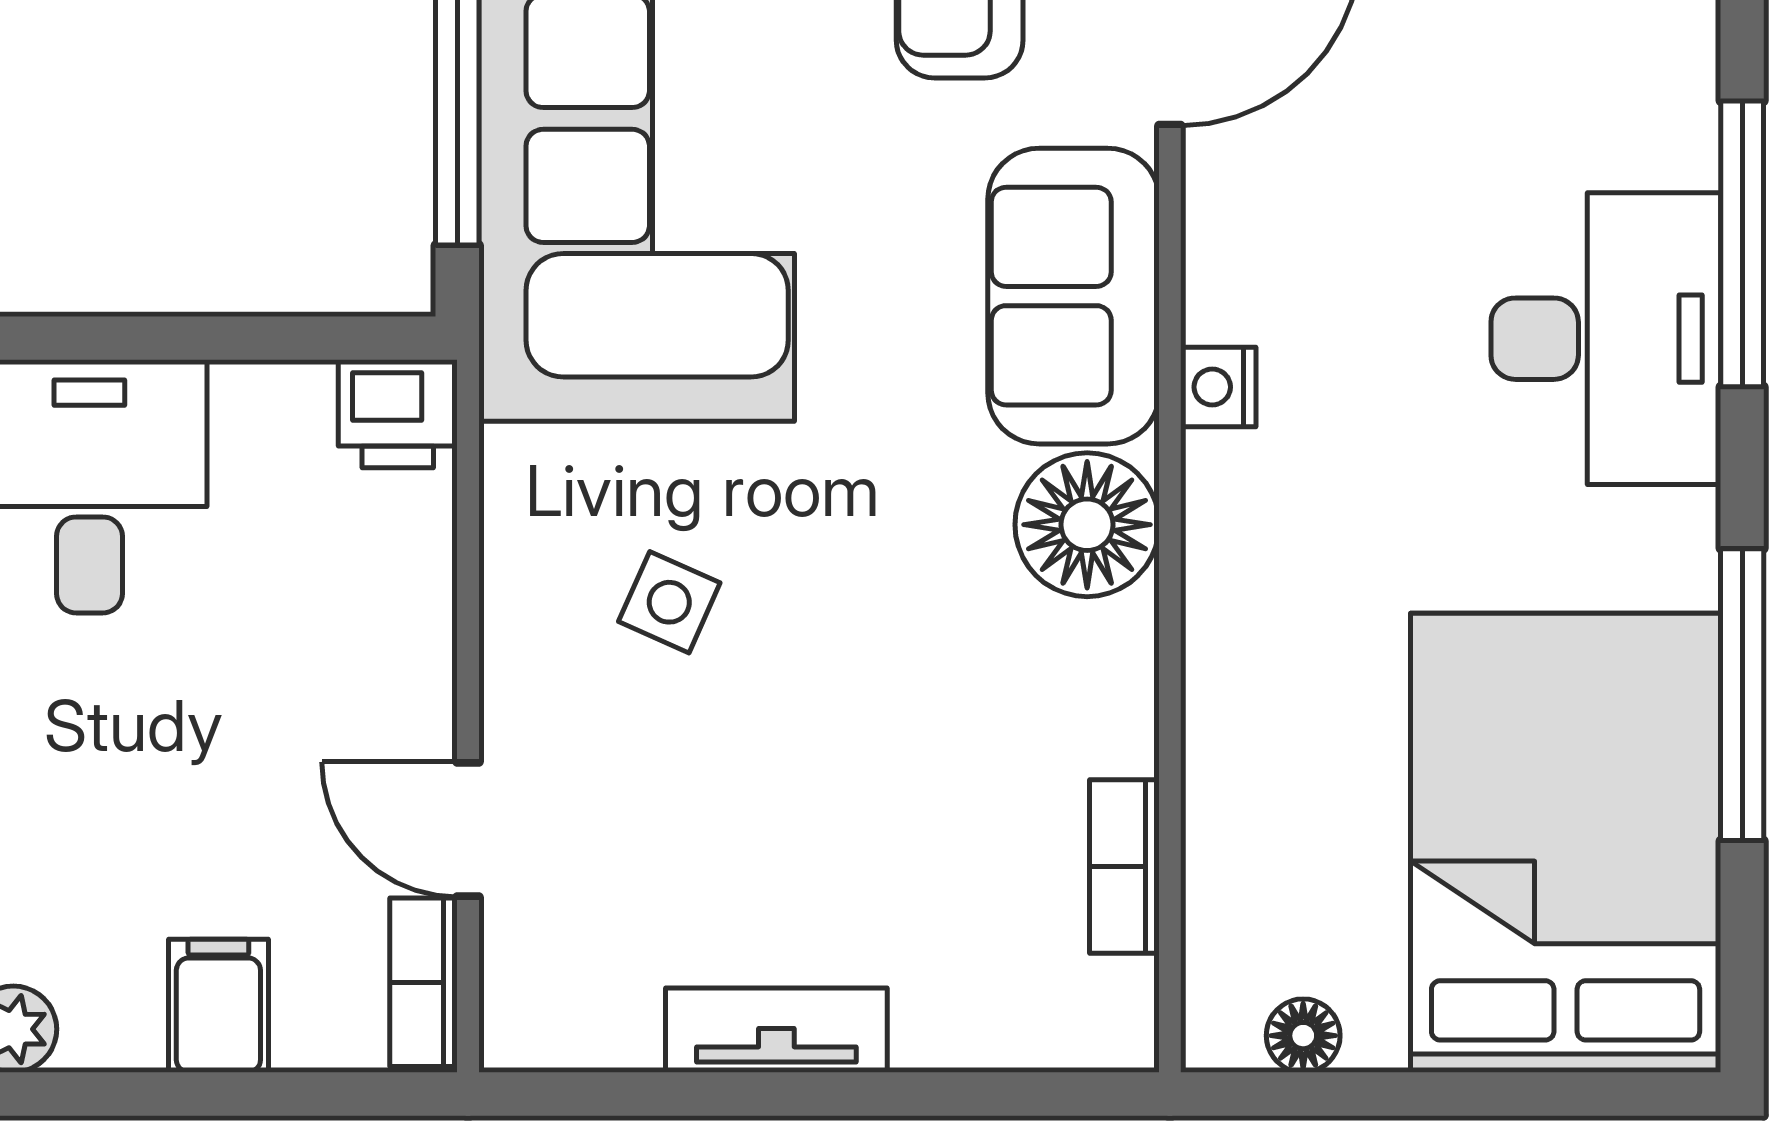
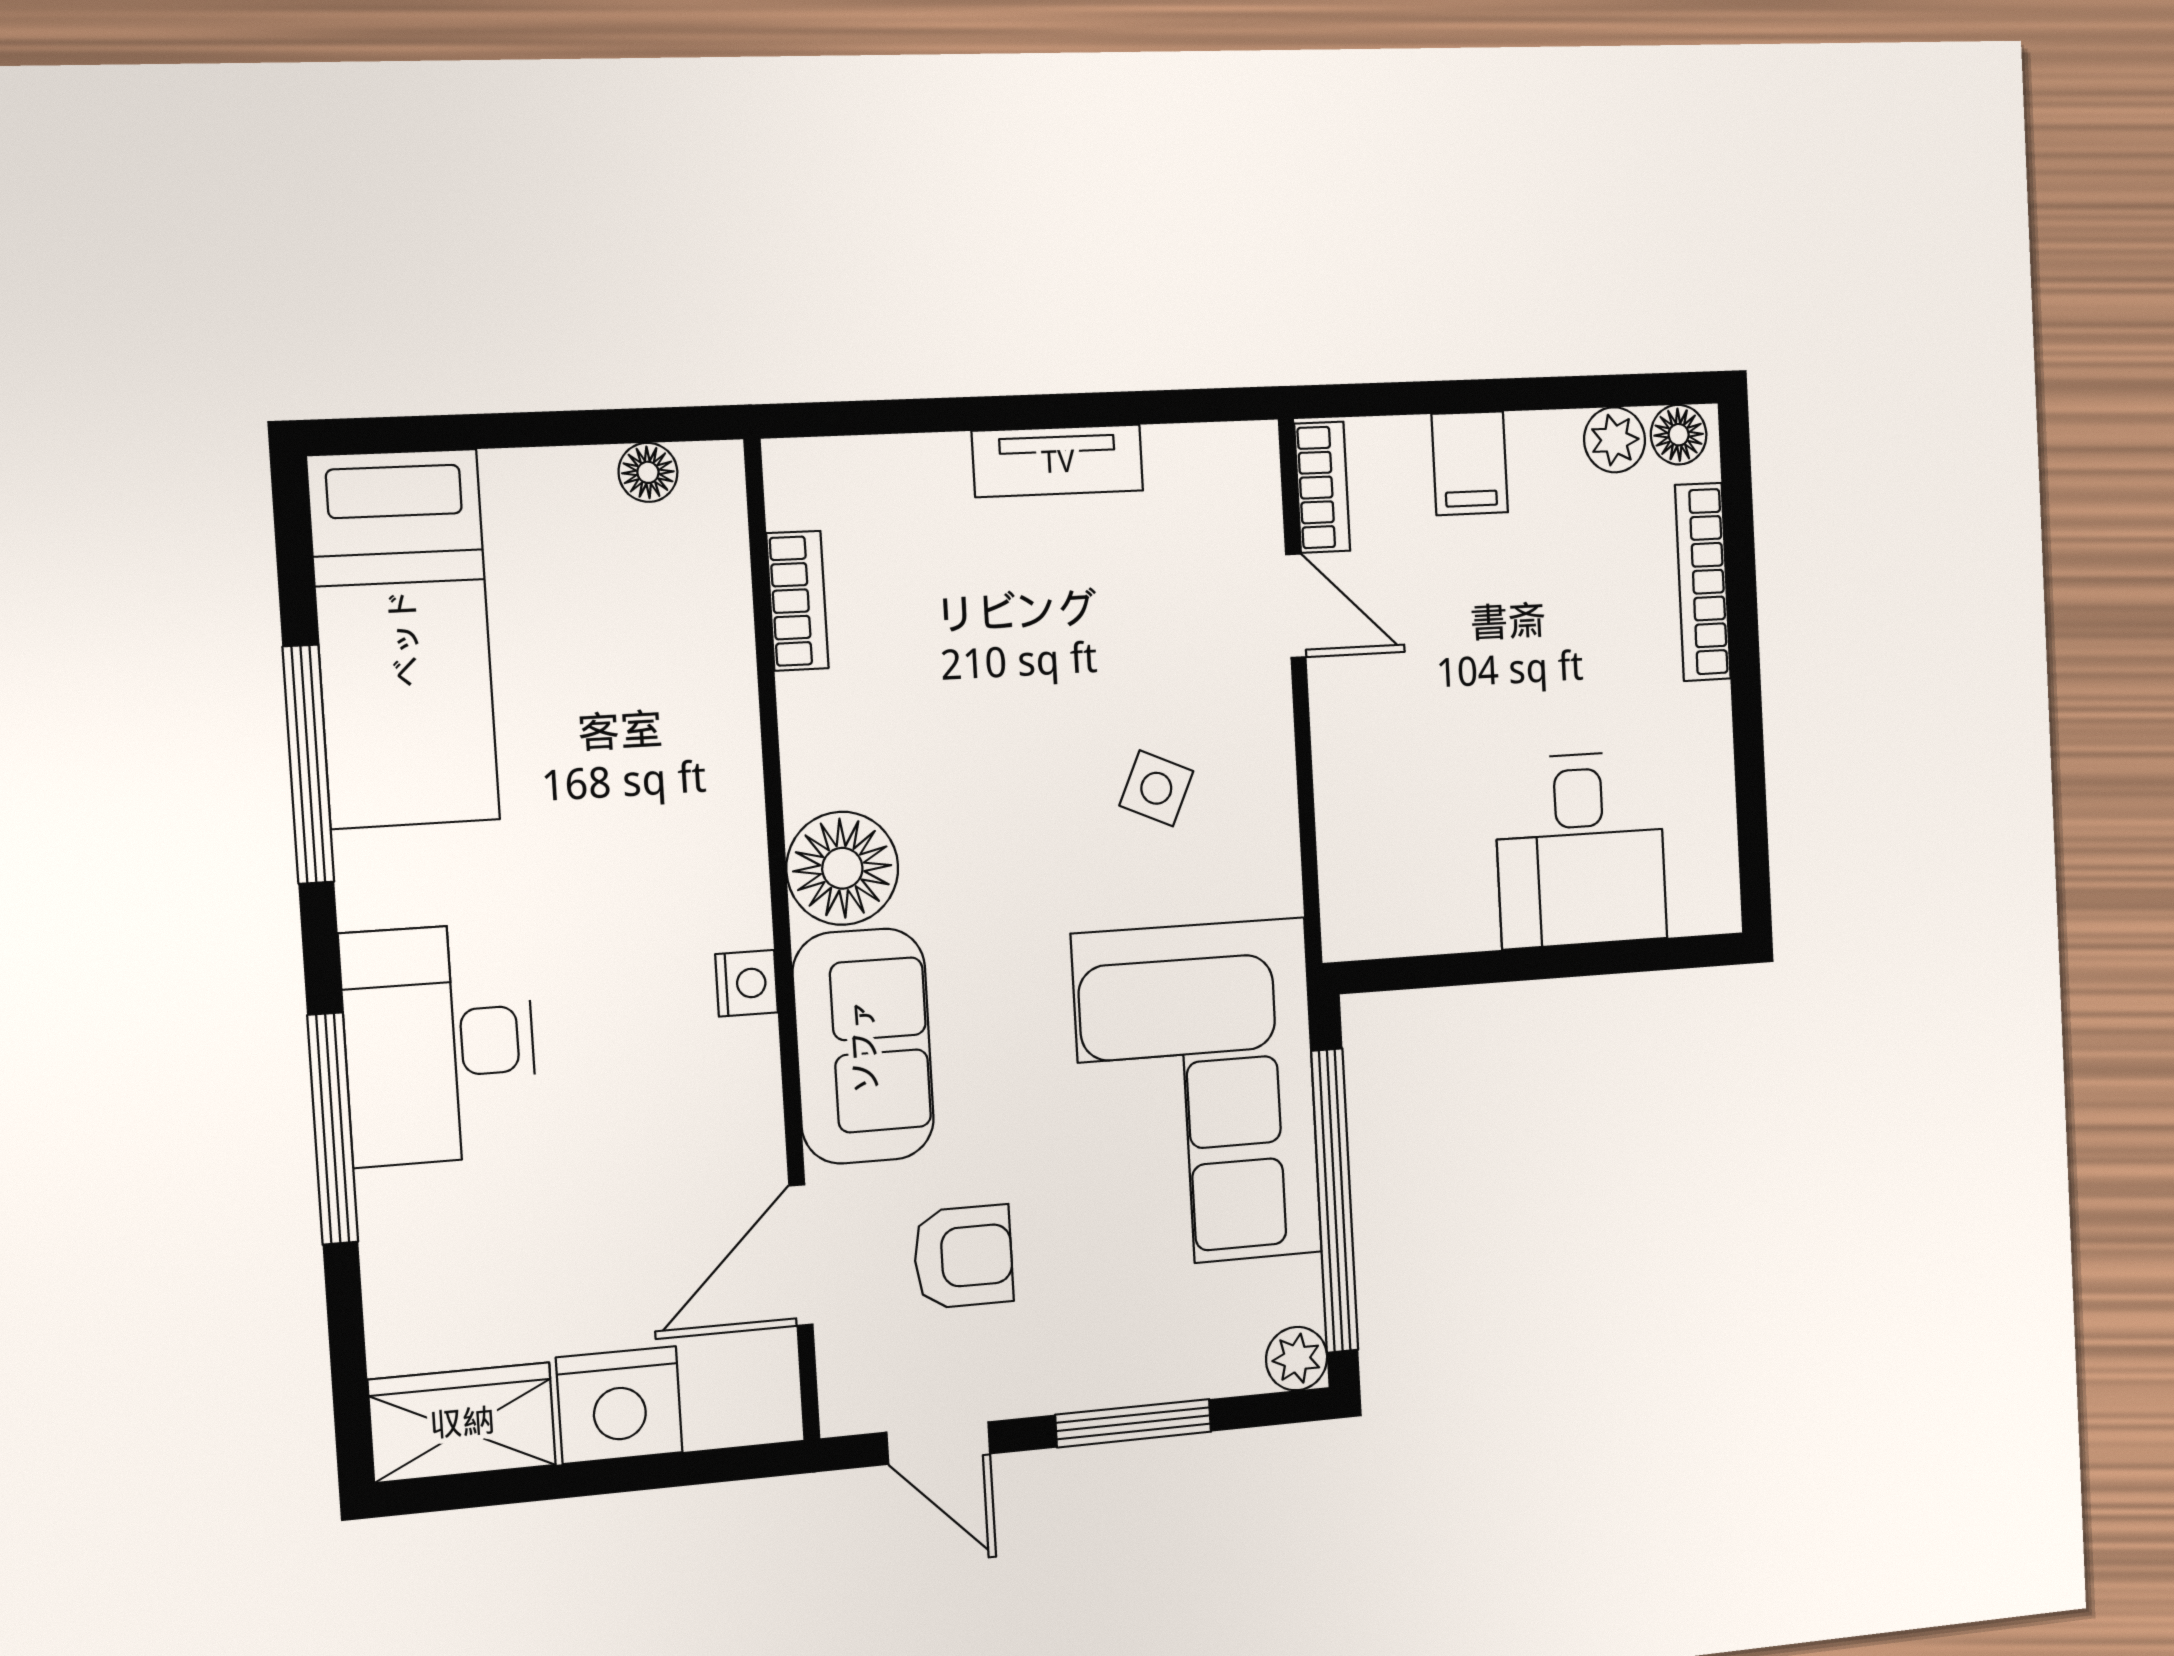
printer: (398, 414) -> (1363, 919), removed
bed: (1566, 843) -> (404, 639), width x0.67

